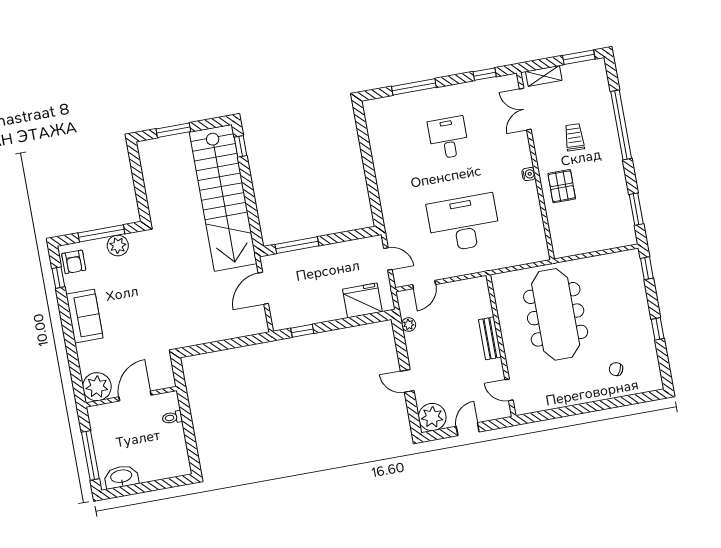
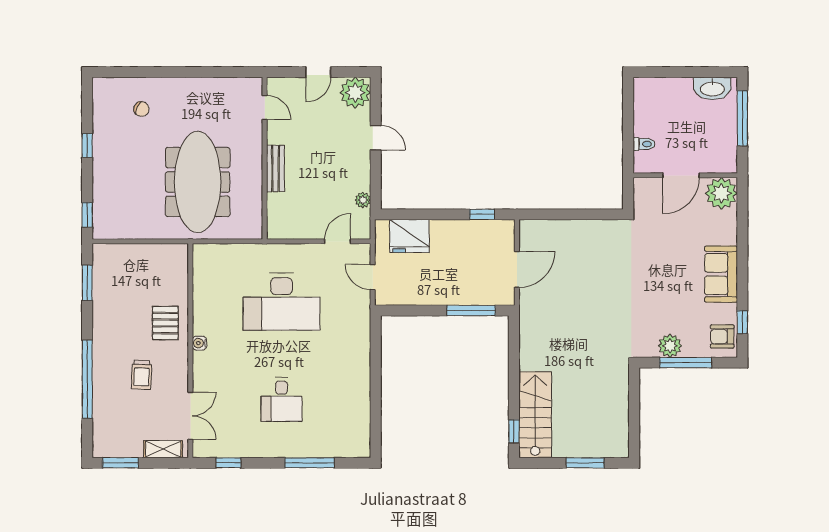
stairs: (223, 198) -> (535, 415), width x0.54, depth x0.66
armchair: (74, 262) -> (722, 336), turned -90

